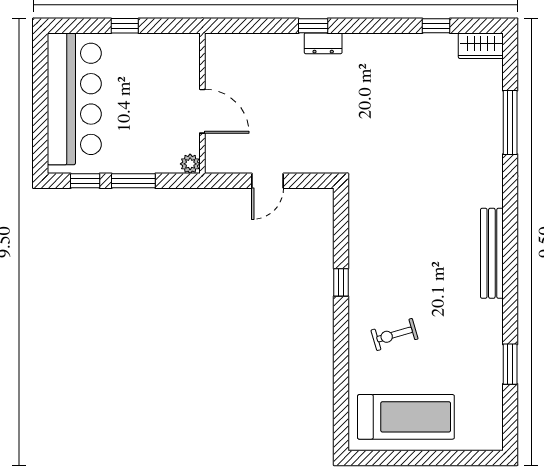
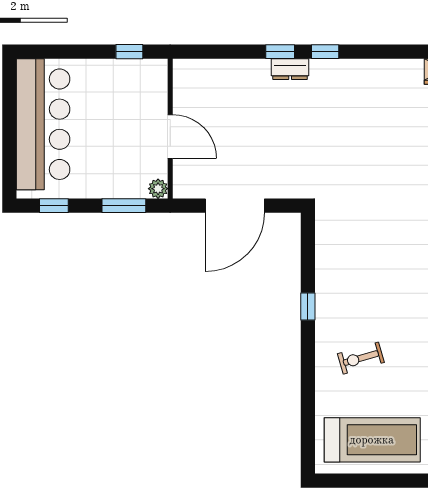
window: (125, 26) -> (129, 52), moved
window: (436, 26) -> (325, 52), moved
window: (133, 181) -> (124, 206), moved
door: (268, 181) -> (235, 206), width x1.88

